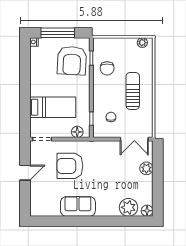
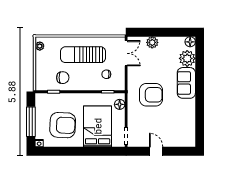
armchair: (72, 61) -> (63, 125), moved
sun lounger: (133, 91) -> (83, 55), width x1.36, depth x1.34
bed: (53, 107) -> (98, 126), width x1.50
armchair: (70, 166) -> (151, 95), moved, turned -90
sofa: (78, 206) -> (186, 83), moved

